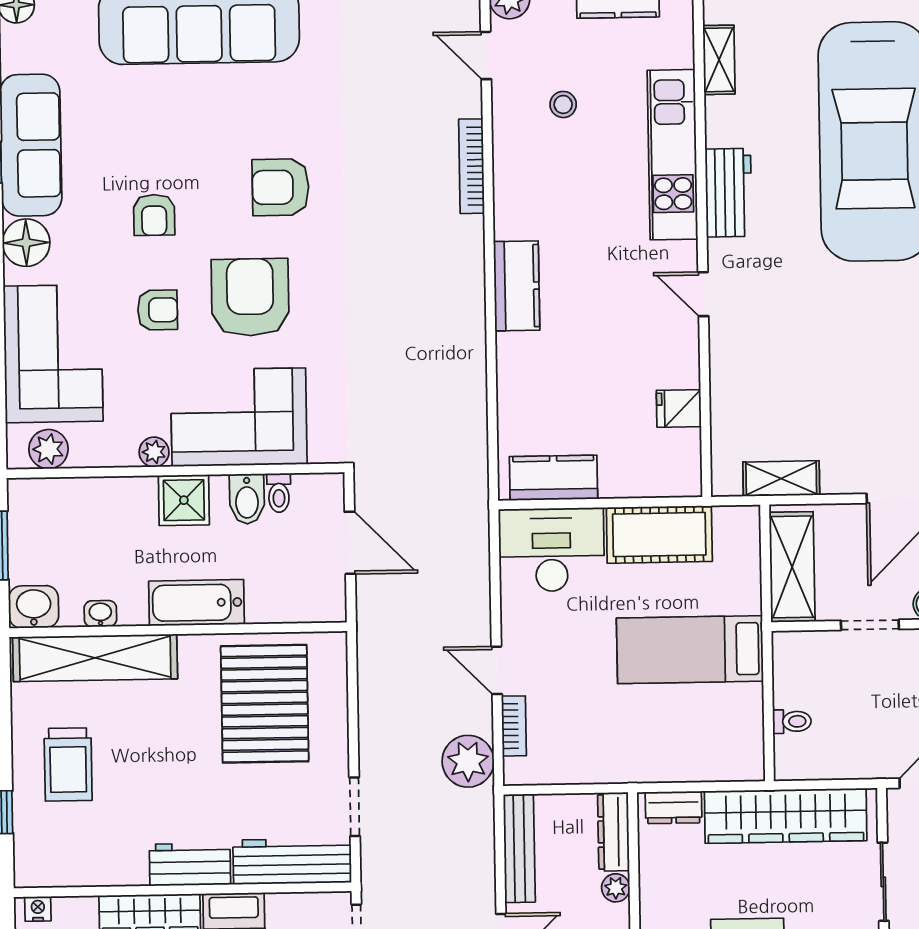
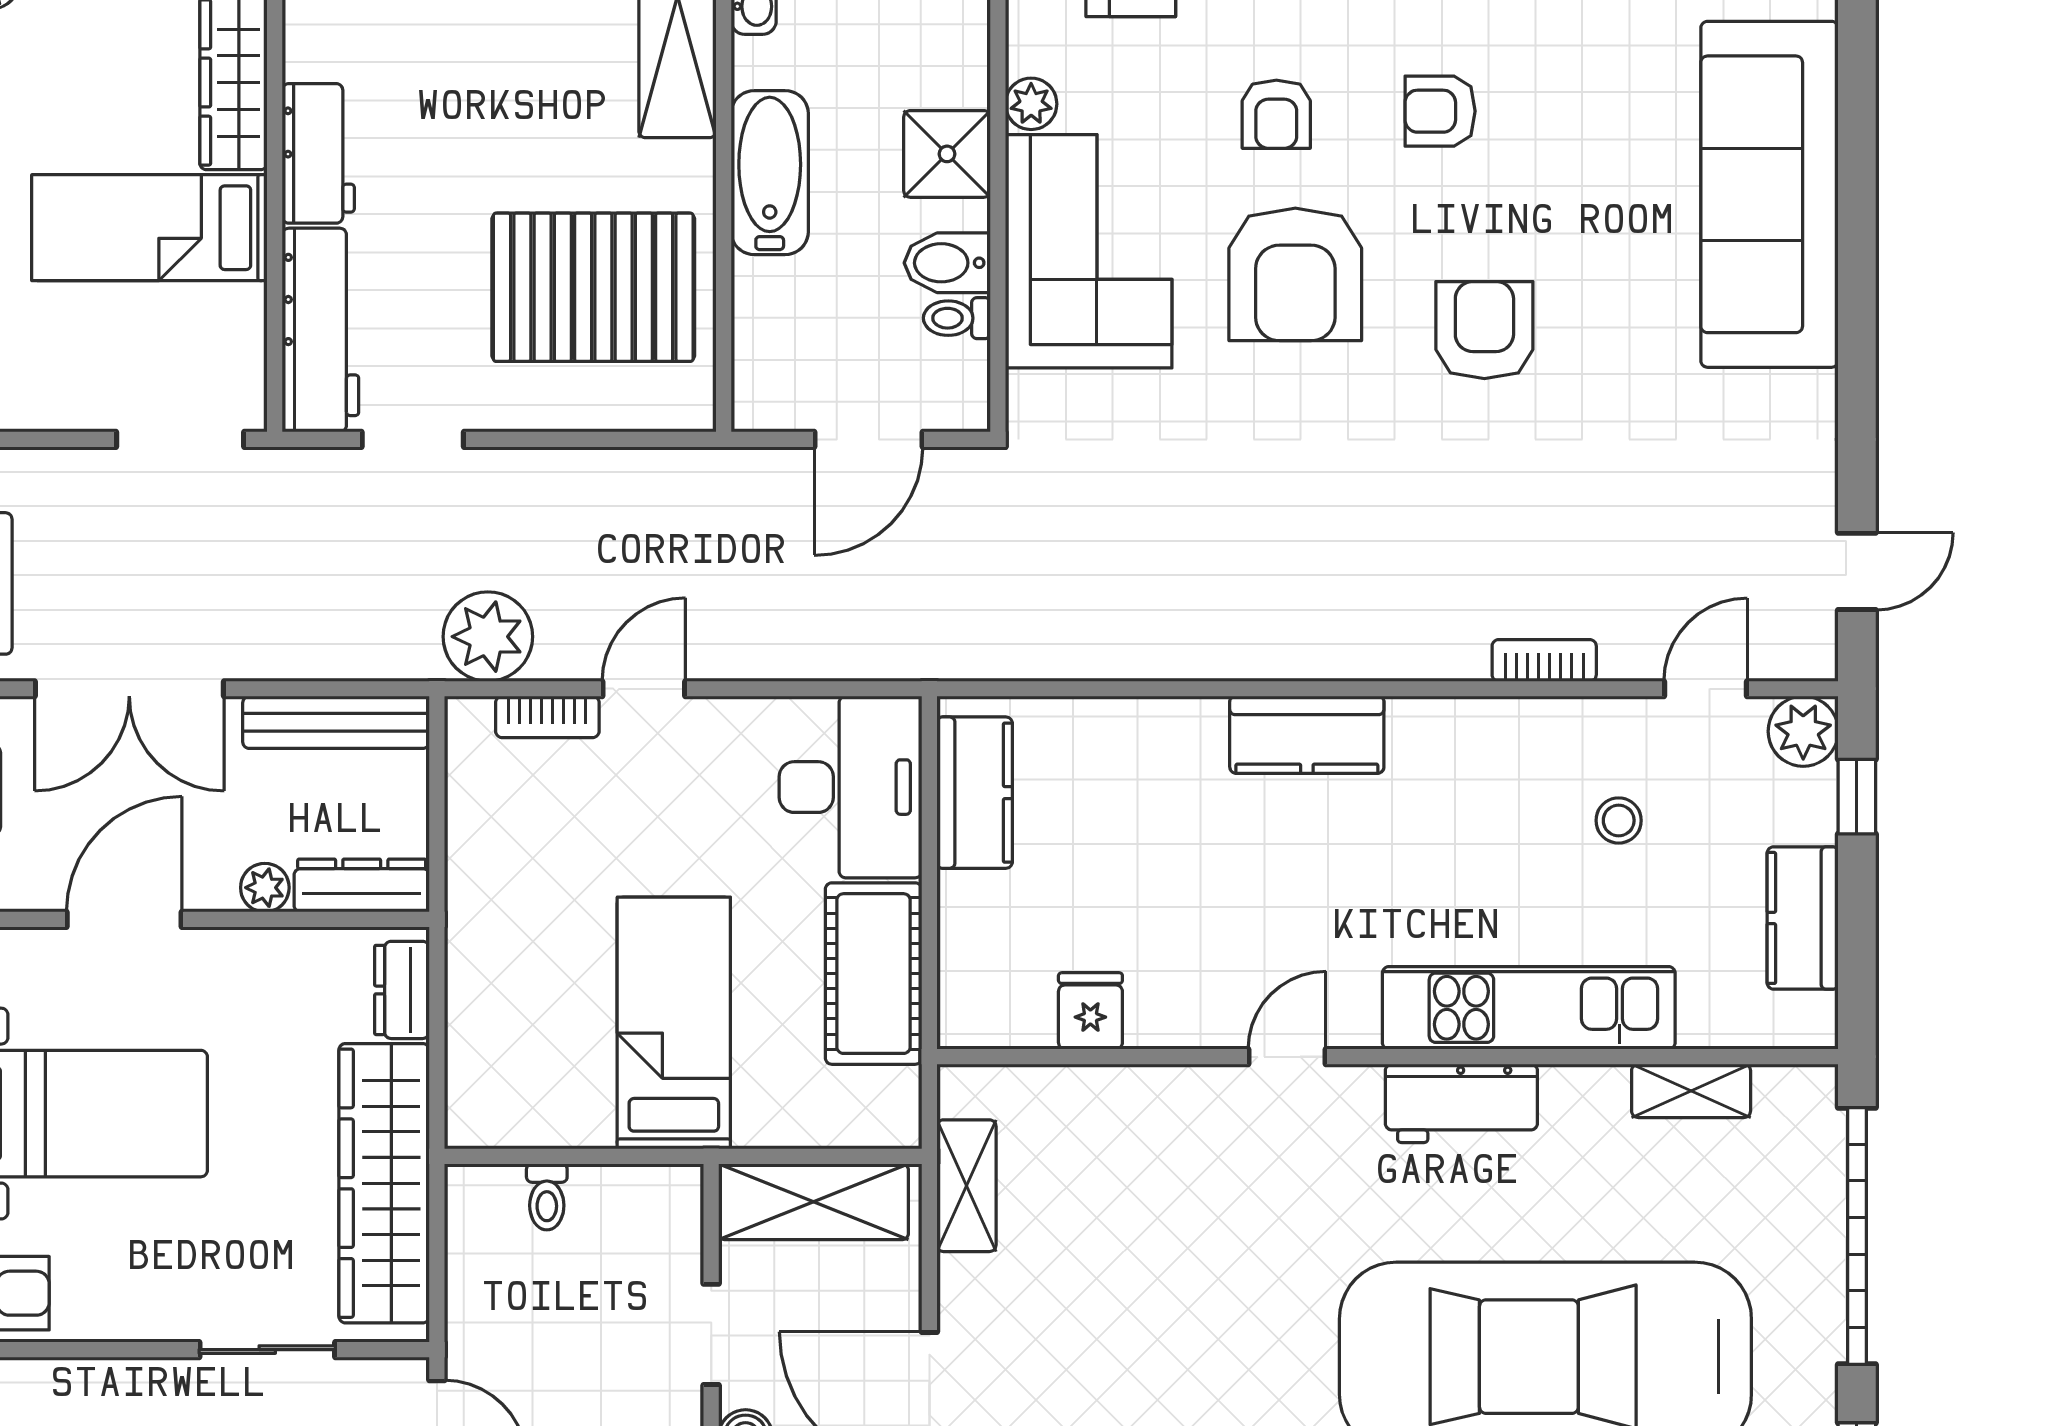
bookcase: (471, 166) -> (1544, 660), width x0.64
armchair: (250, 297) -> (1295, 274), turned 90

